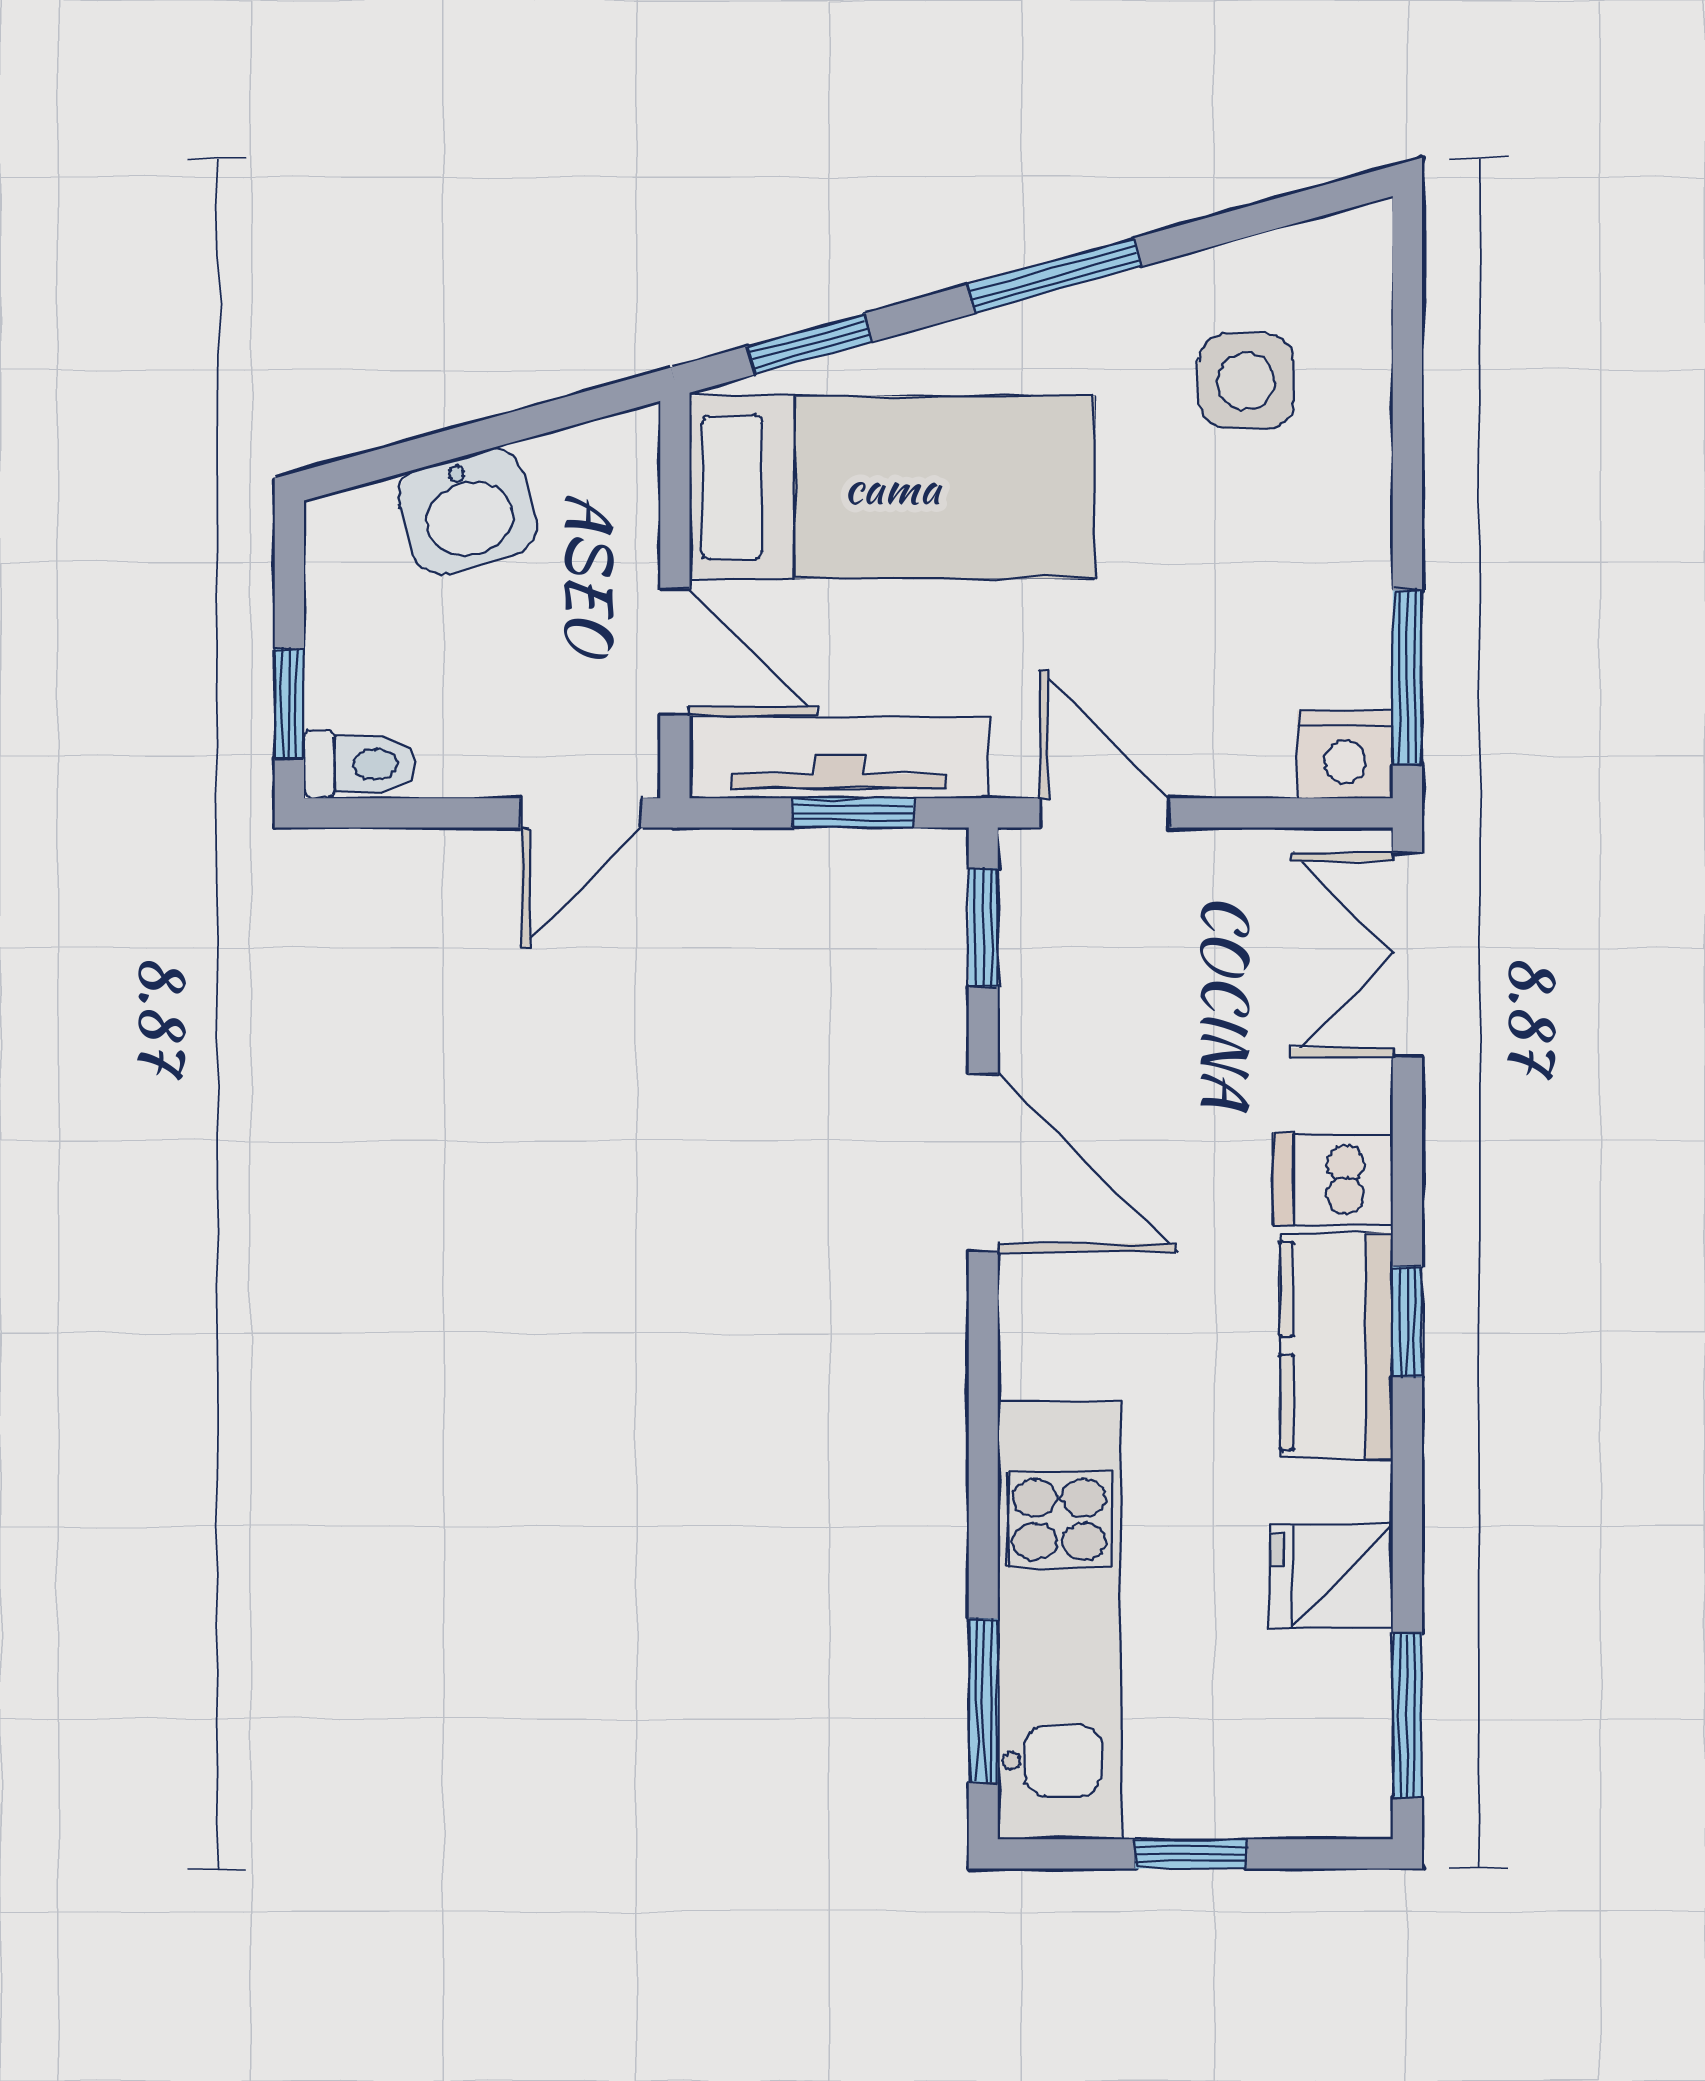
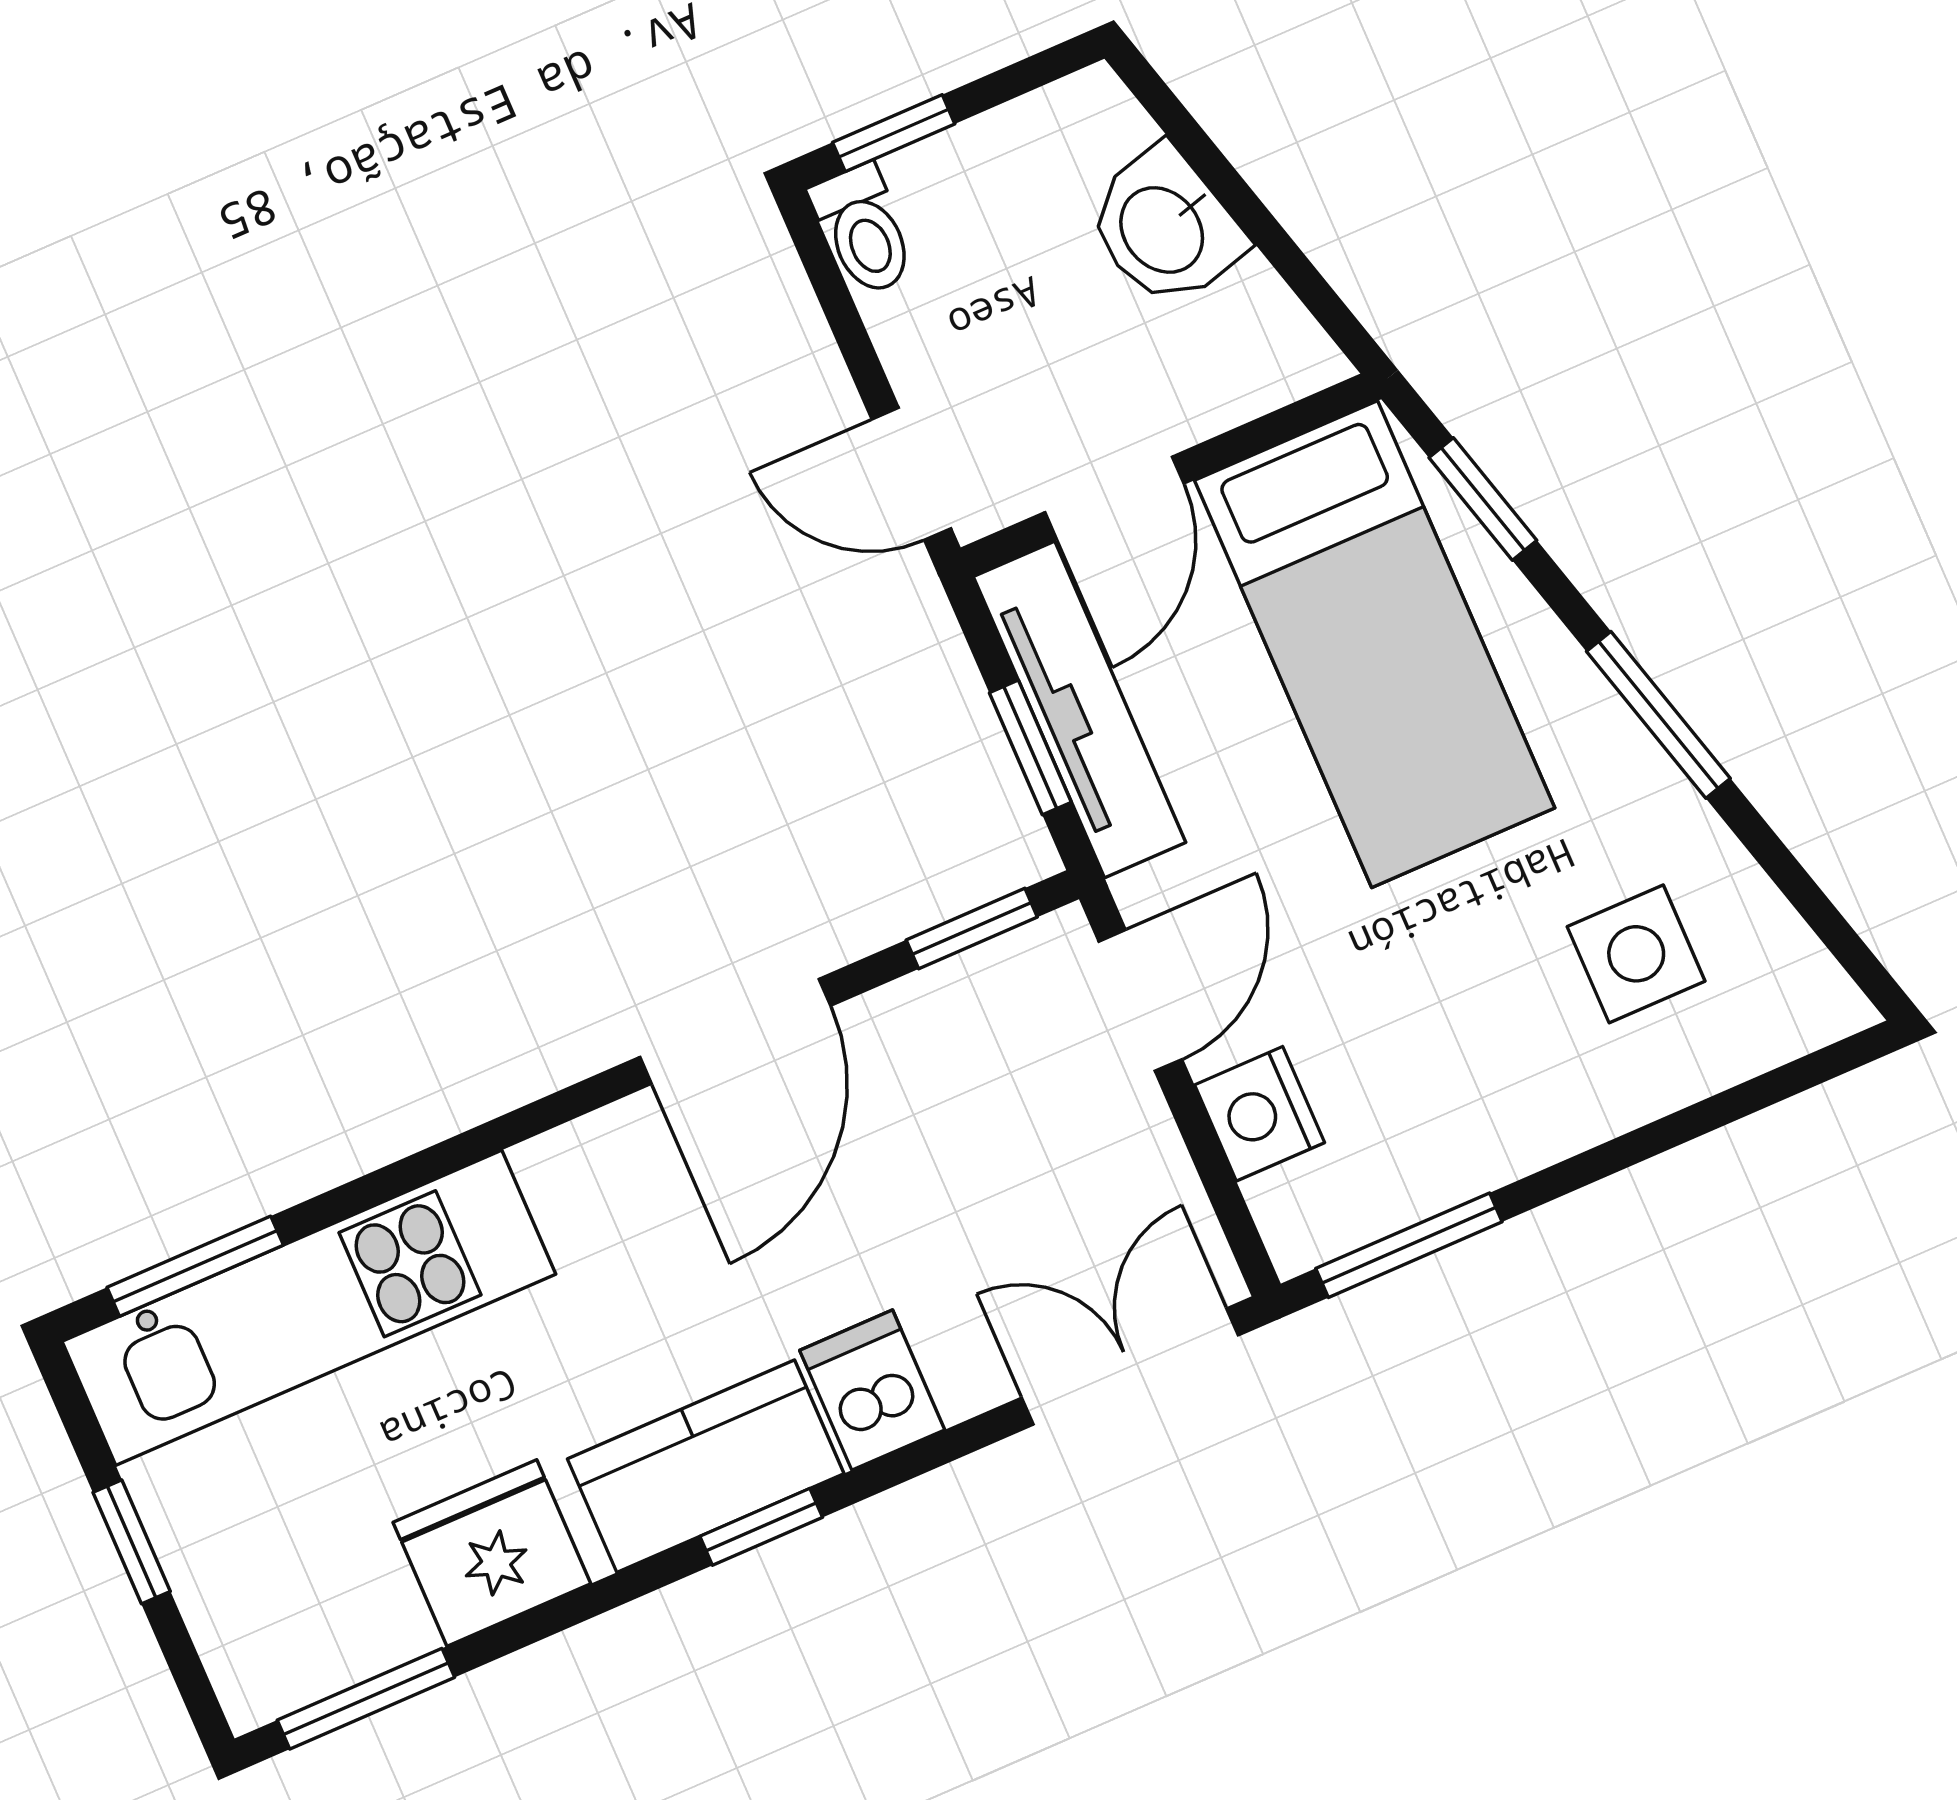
nightstand: (1345, 755) -> (1259, 1114), moved
fridge: (1331, 1576) -> (492, 1553), width x1.38

